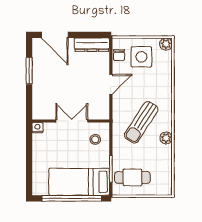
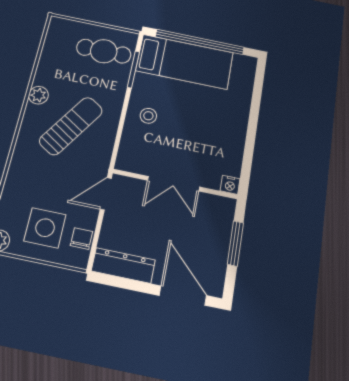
wall: (71, 121) -> (175, 184), moved
double door: (72, 121) -> (173, 184), moved
nightstand: (38, 128) -> (230, 185), moved

